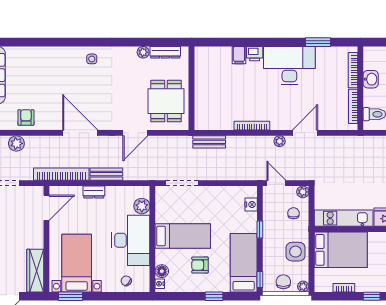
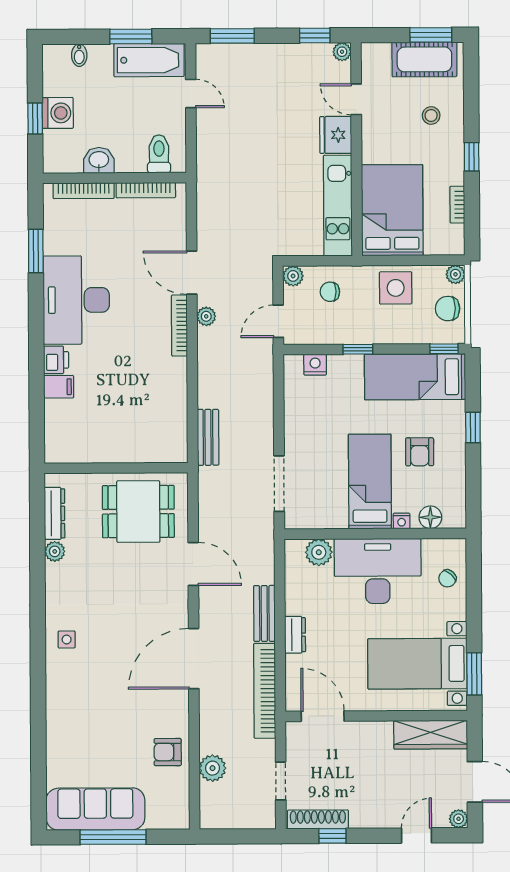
bookcase: (252, 126) -> (179, 325), moved
nightstand: (160, 284) -> (402, 521), moved

